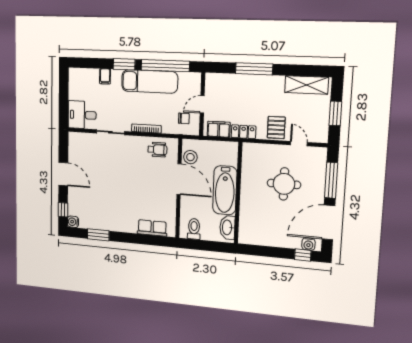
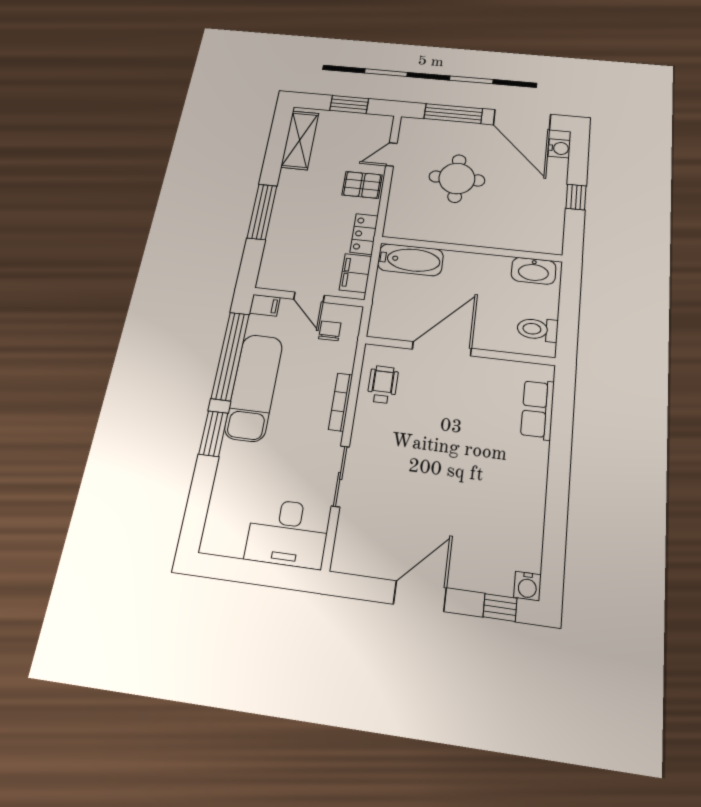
filing cabinet: (105, 76) -> (265, 305), moved
desk: (82, 115) -> (288, 533), width x1.37
stool: (190, 157) -> (401, 325), removed
bathtub: (225, 190) -> (410, 260), moved, width x0.73, depth x0.73
window: (98, 235) -> (555, 528), removed
window: (303, 255) -> (576, 197), moved

